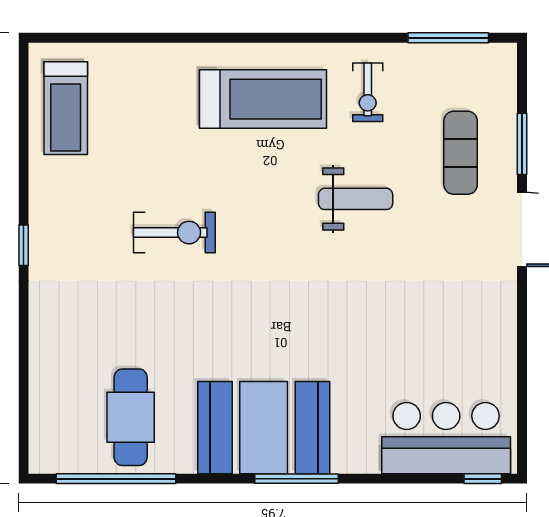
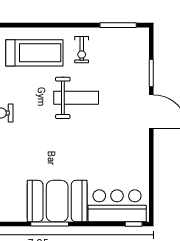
exercise mat: (461, 153) -> (124, 77), removed
weight bench: (356, 199) -> (76, 98), width x1.36, depth x1.33
booth: (264, 428) -> (57, 201), moved

